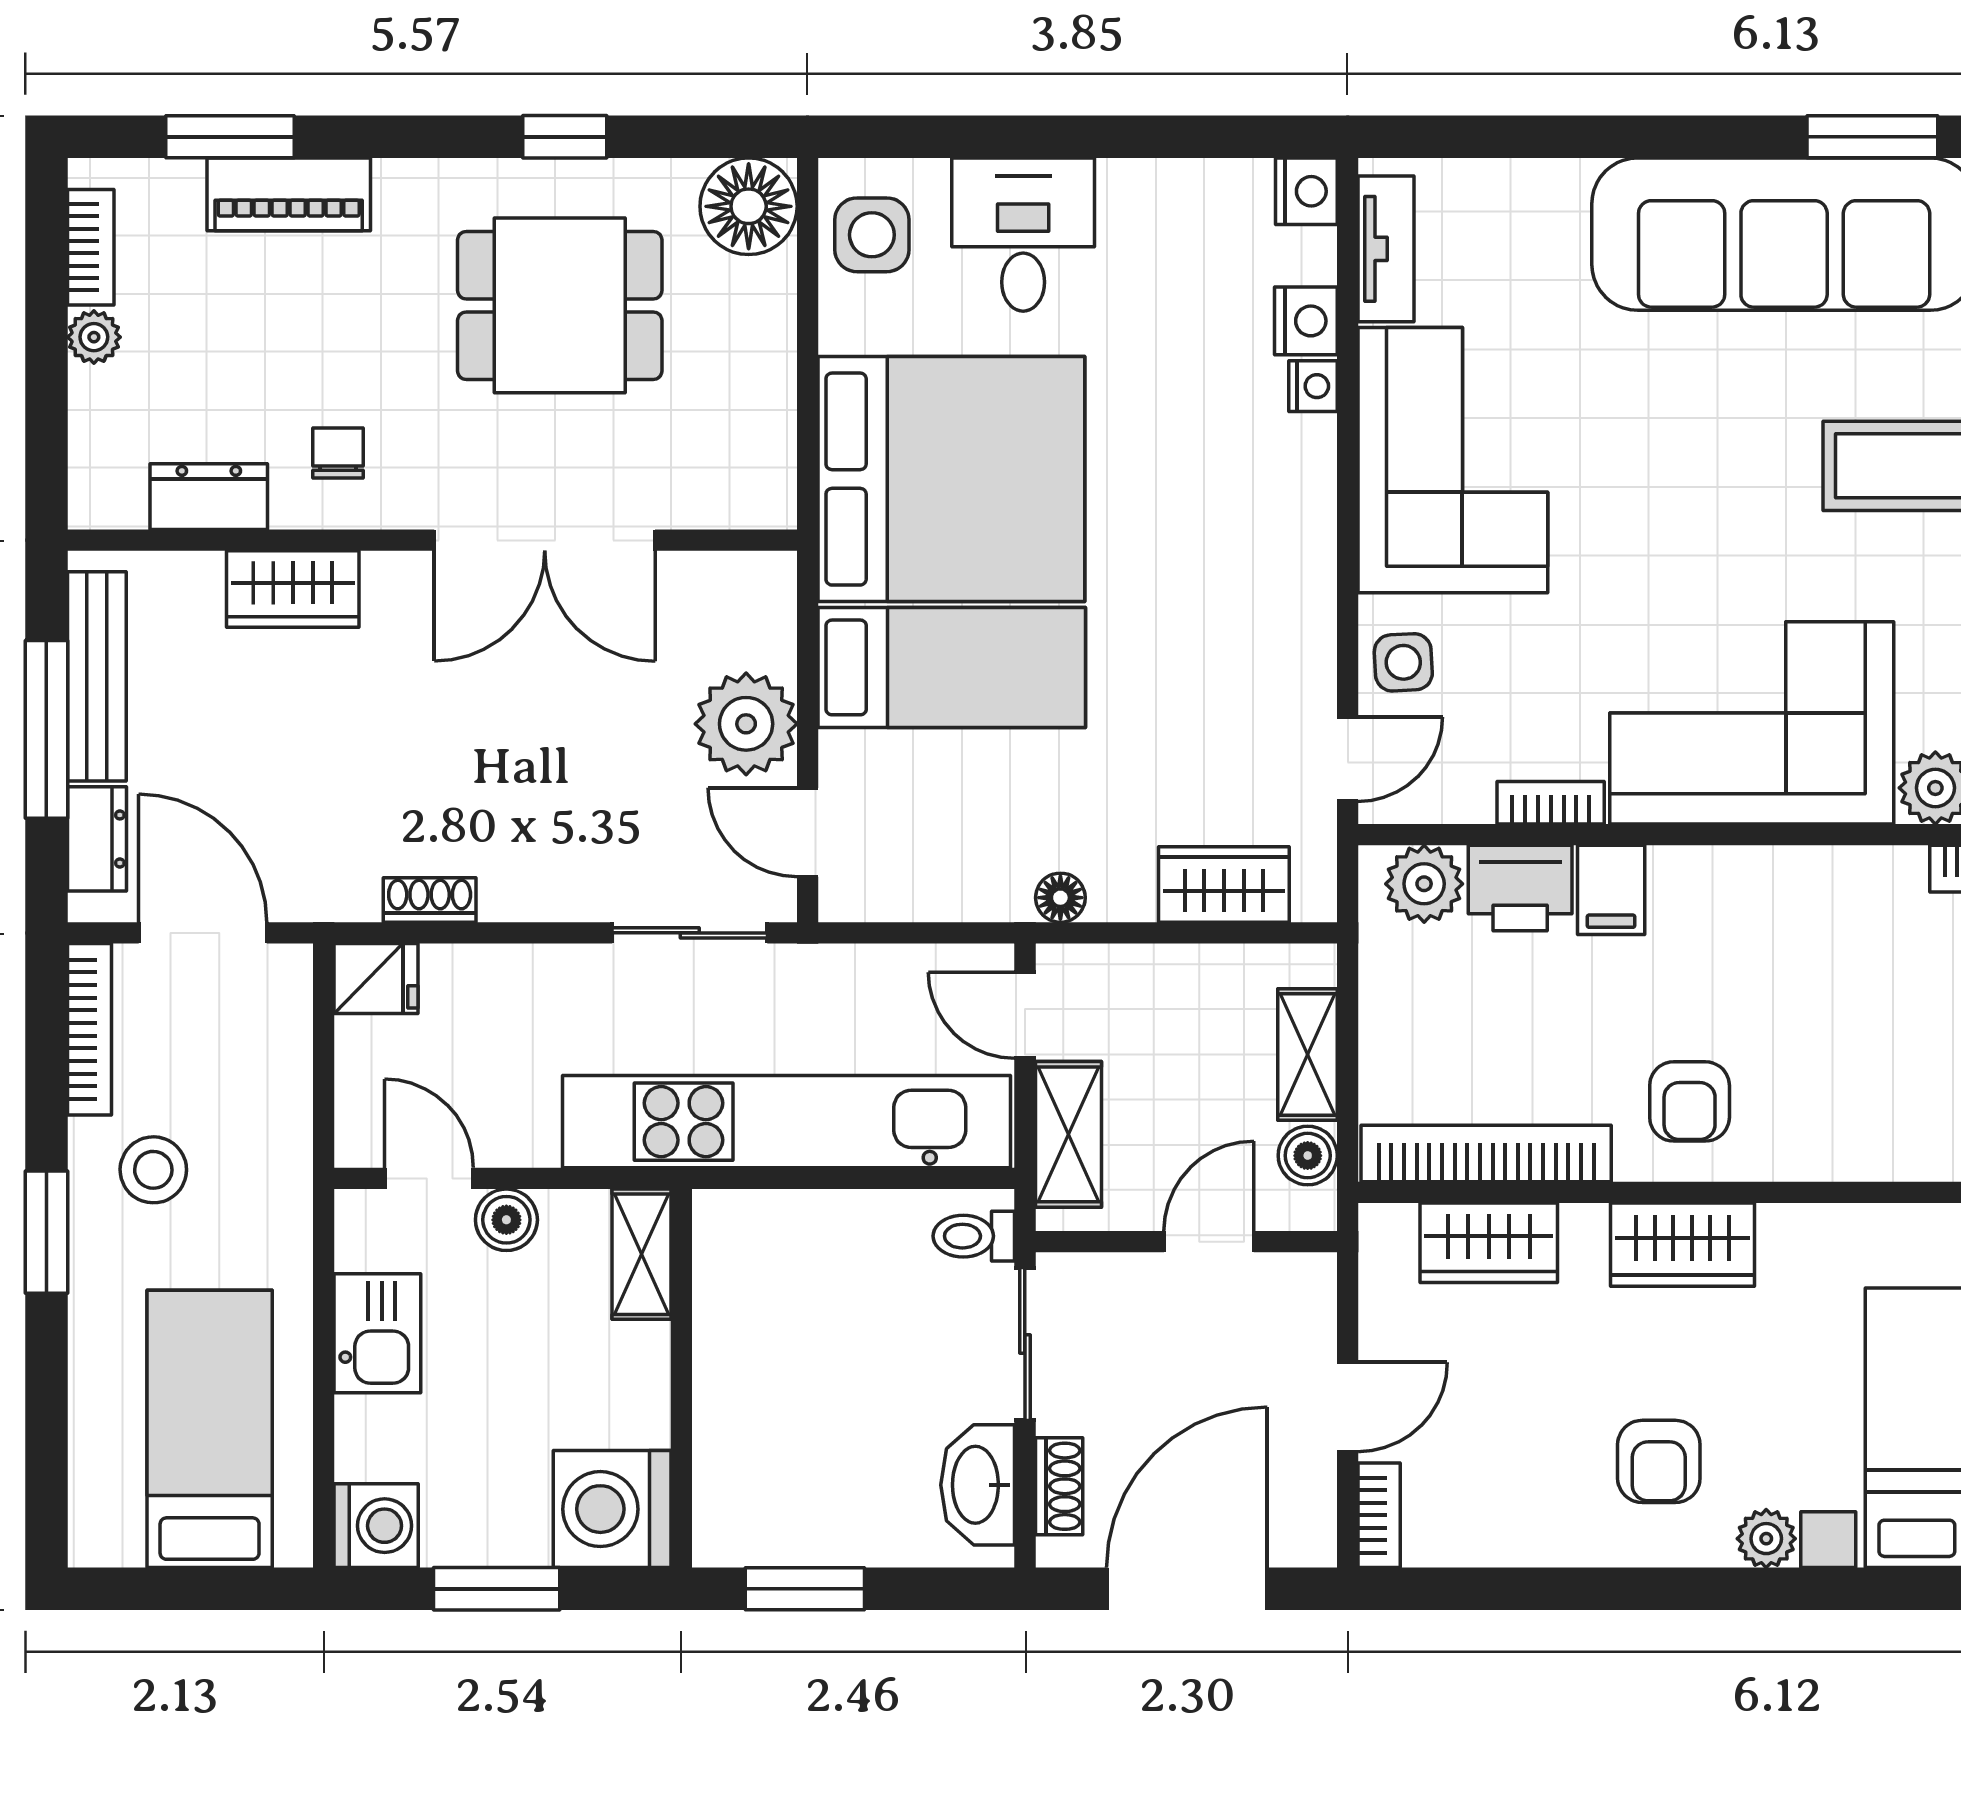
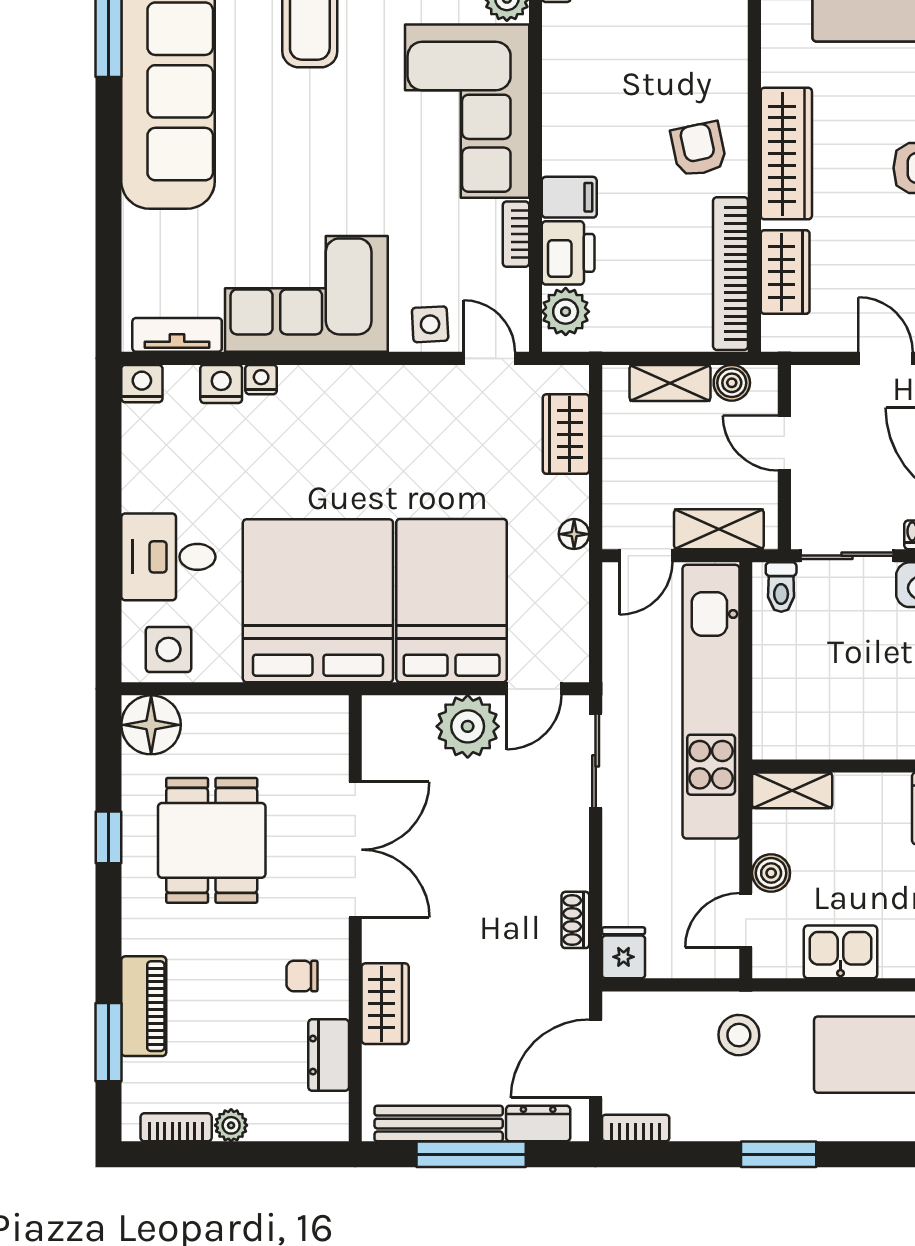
bed: (952, 667) -> (452, 601), width x1.50
bookcase: (90, 1029) -> (636, 1128), width x0.64
armchair: (1690, 1101) -> (699, 149), turned -102
stool: (153, 1170) -> (739, 1035), moved
wardrobe: (1682, 1245) -> (786, 154), width x1.50

